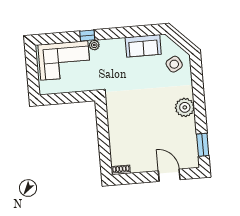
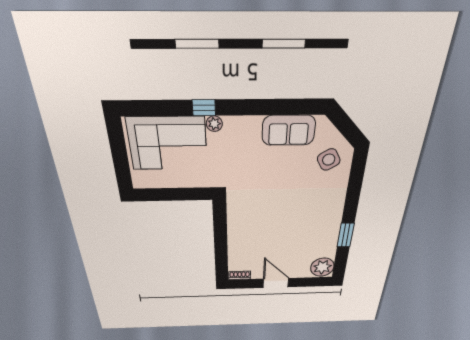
plant: (185, 107) -> (322, 267), moved
window: (203, 145) -> (346, 235), moved
door: (169, 175) -> (276, 283), moved

